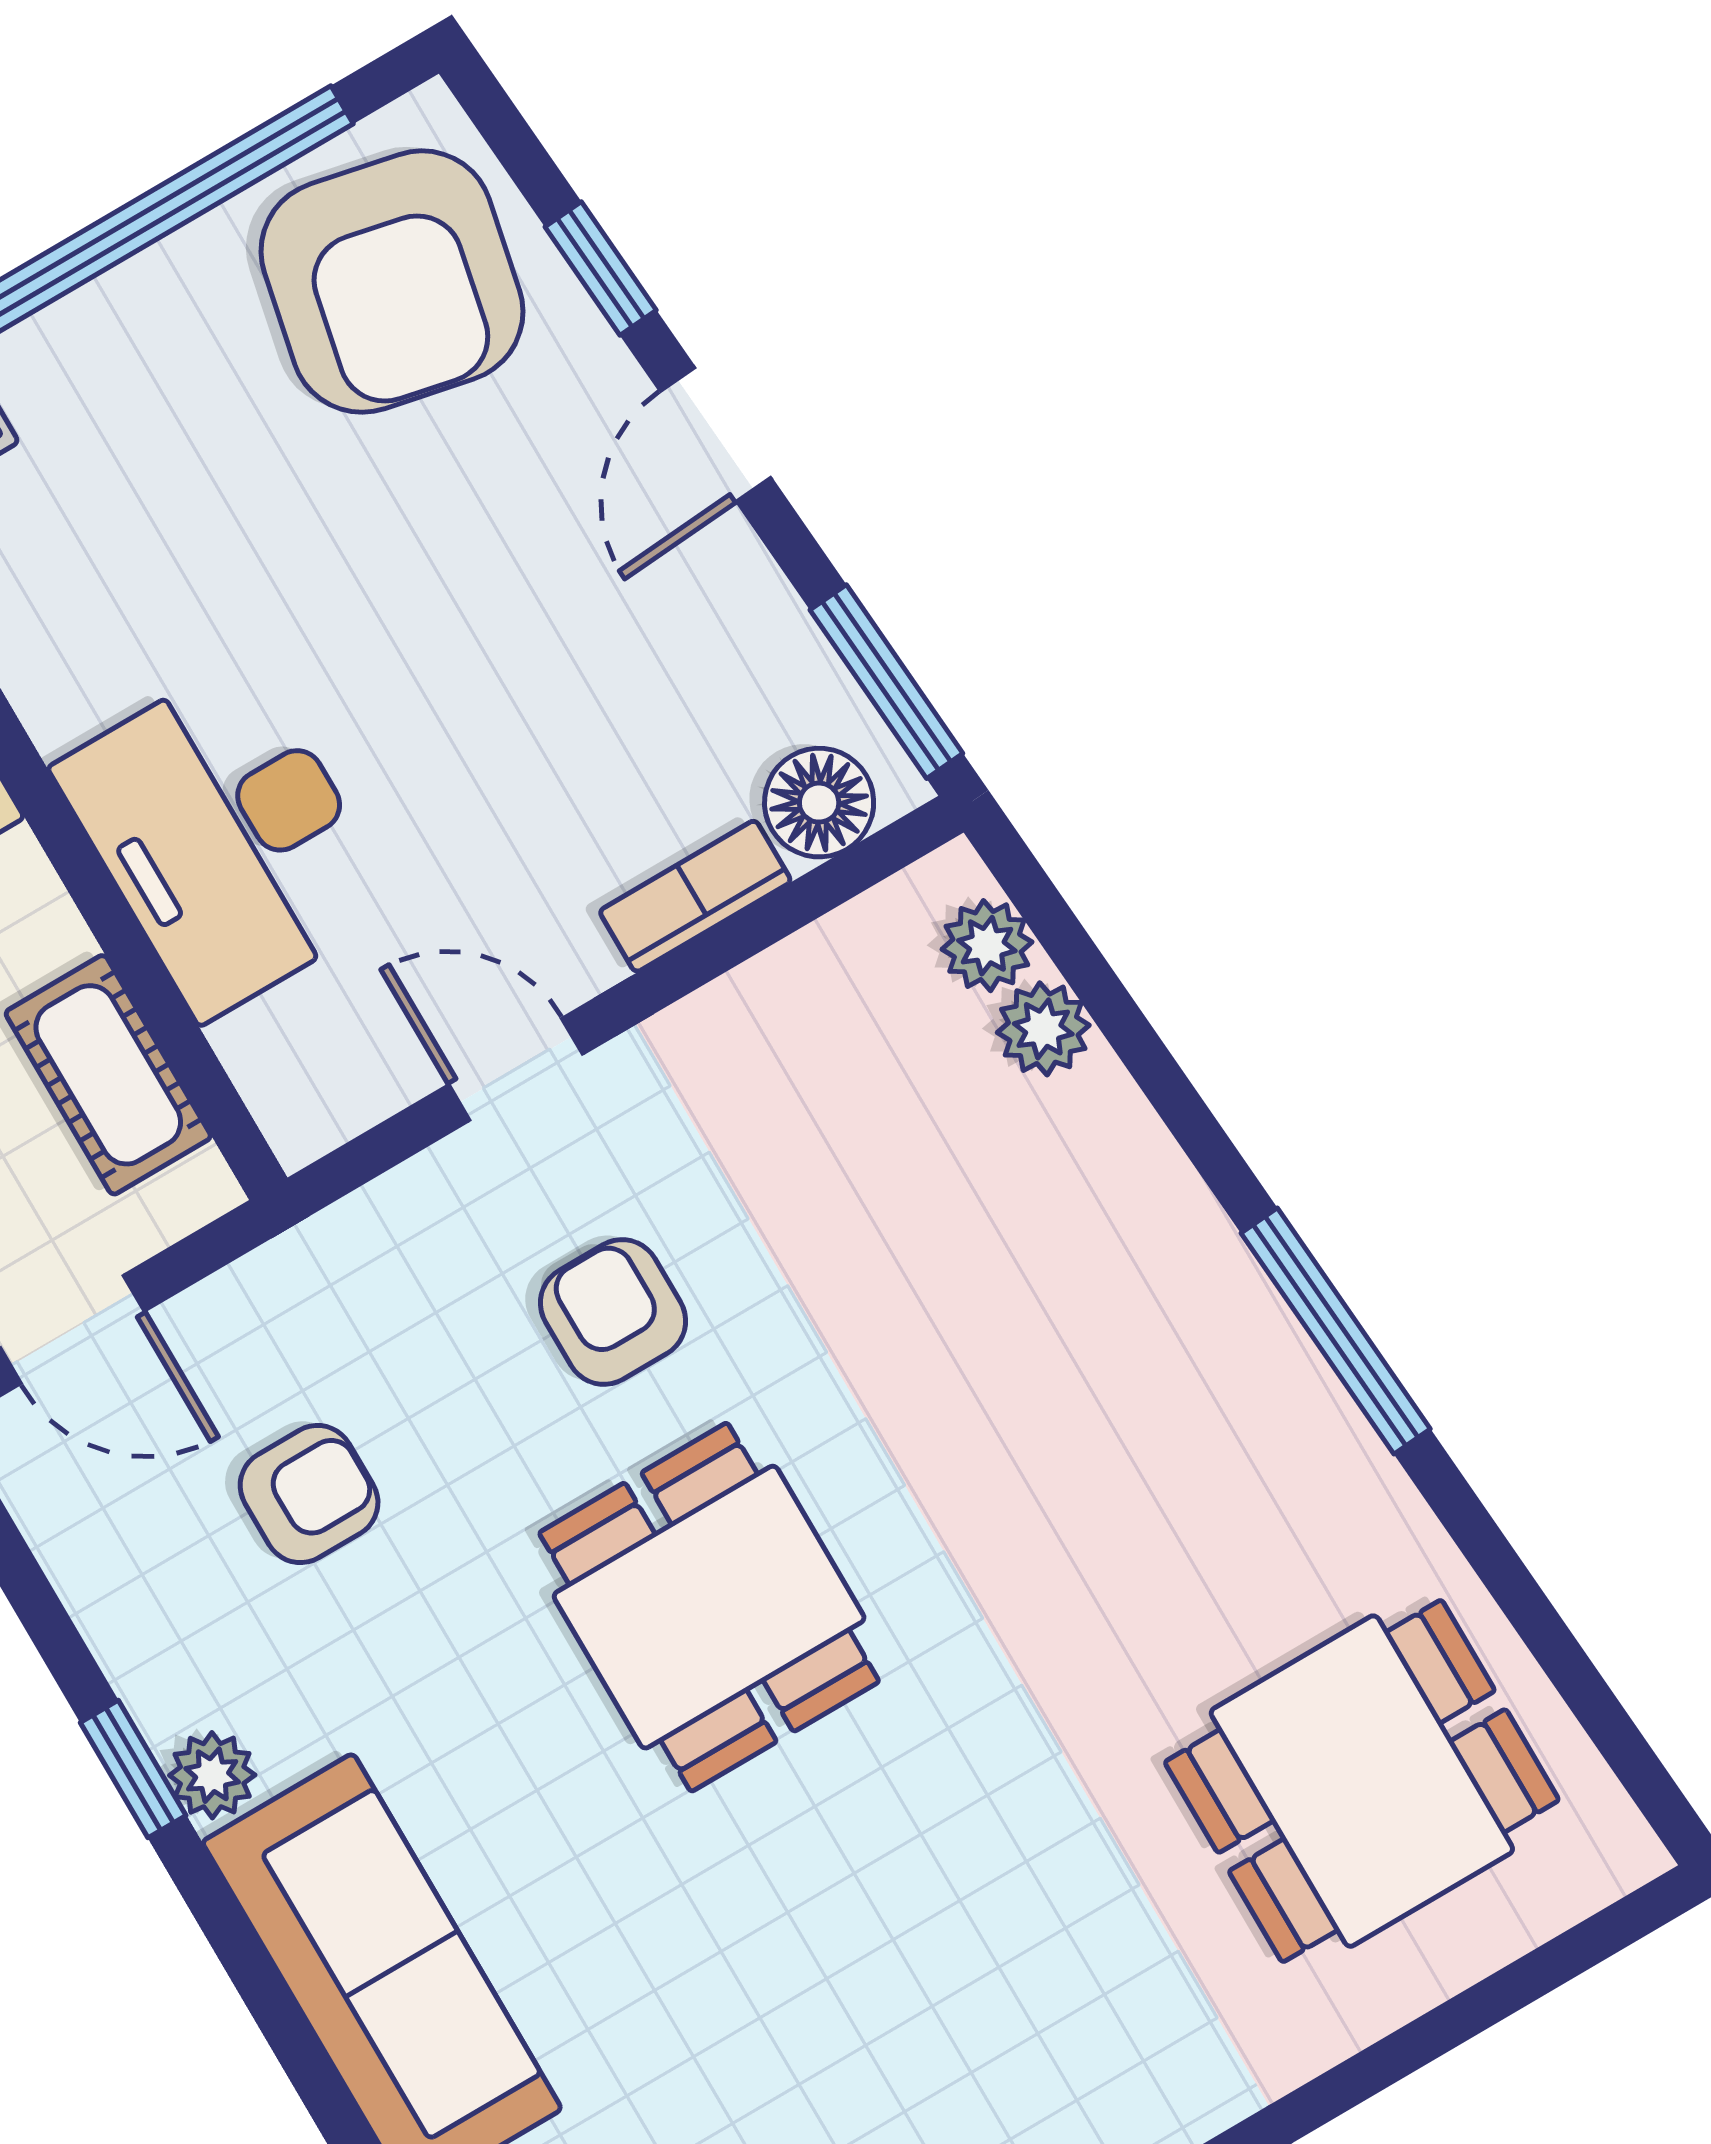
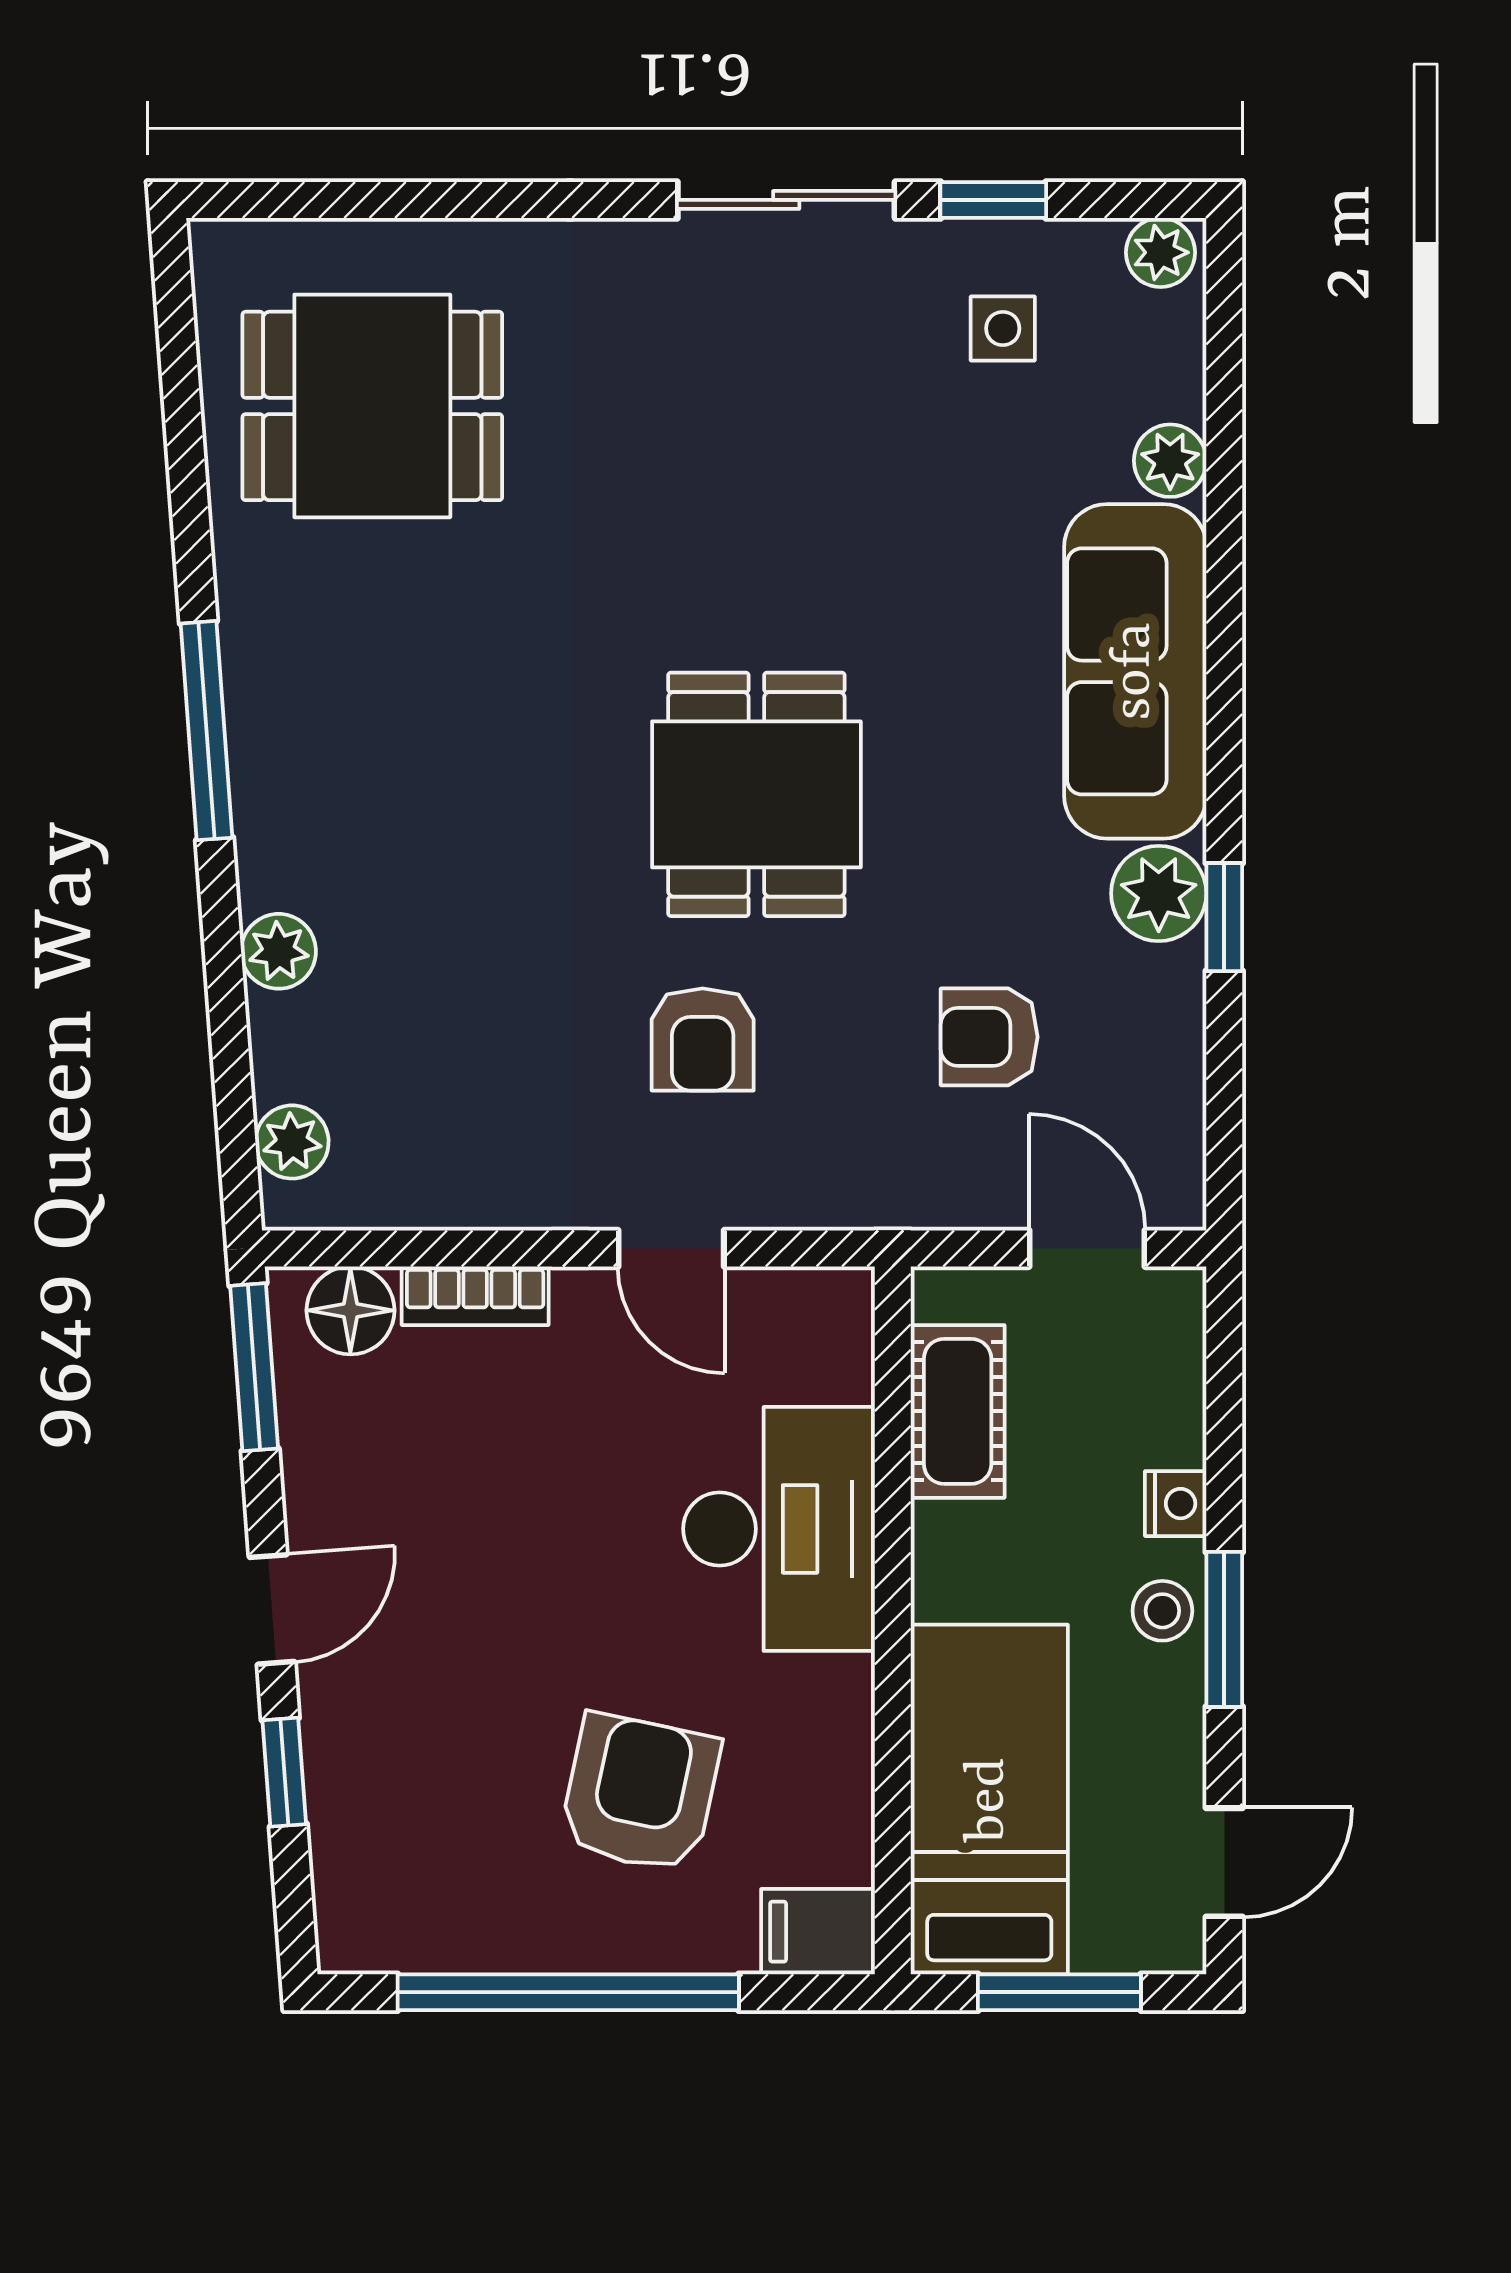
armchair: (392, 282) -> (640, 1793), moved, width x0.73, depth x0.73
plant: (1043, 1029) -> (279, 951), moved
plant: (212, 1775) -> (1159, 893), width x1.38, depth x1.38

